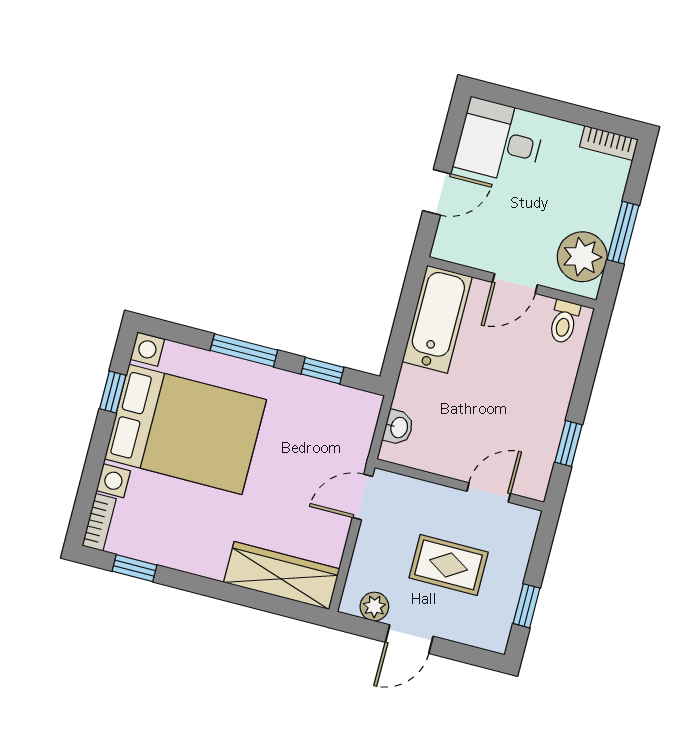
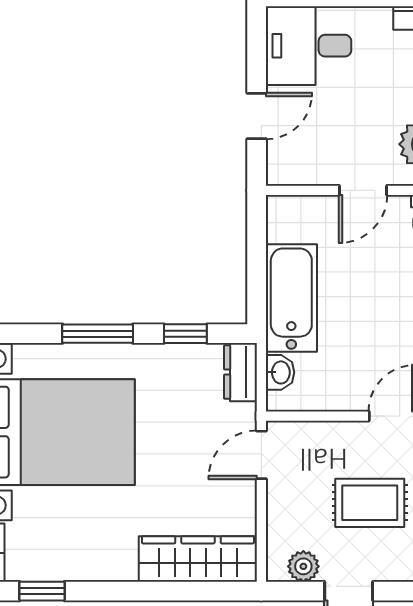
bathtub: (437, 319) -> (291, 298), moved
dresser: (363, 418) -> (241, 372), added

